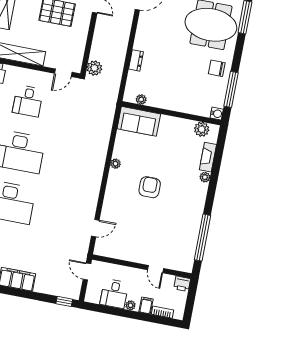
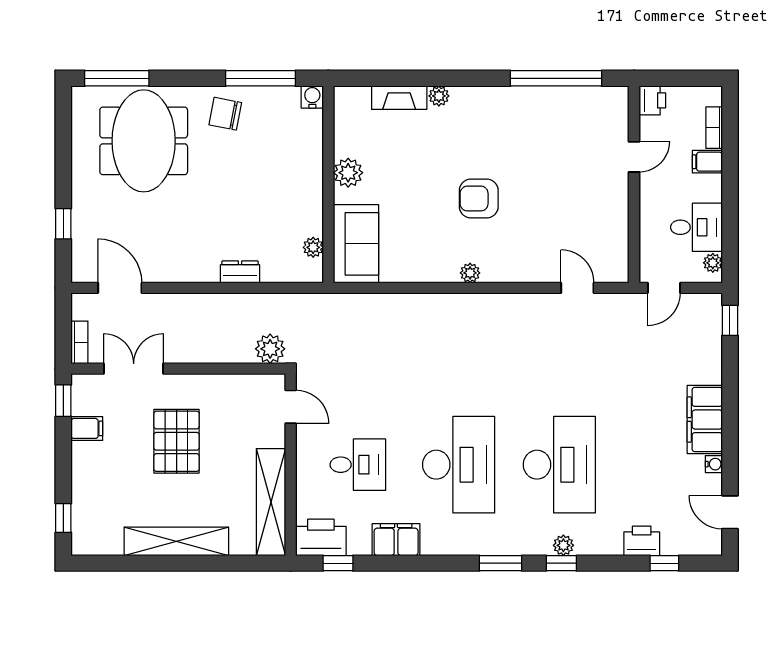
chair: (217, 68) -> (225, 114), turned 101
plant: (202, 129) -> (348, 173), moved
plant: (115, 164) -> (470, 273), moved
plant: (130, 305) -> (713, 263), moved

